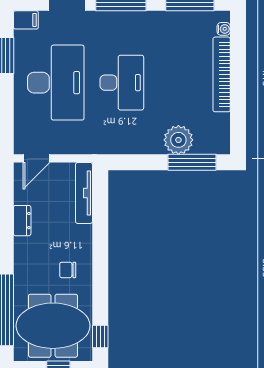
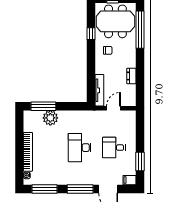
desk: (56, 83) -> (114, 148), width x0.53, depth x0.77
door: (37, 158) -> (114, 108), moved
window: (100, 336) -> (91, 34), moved

